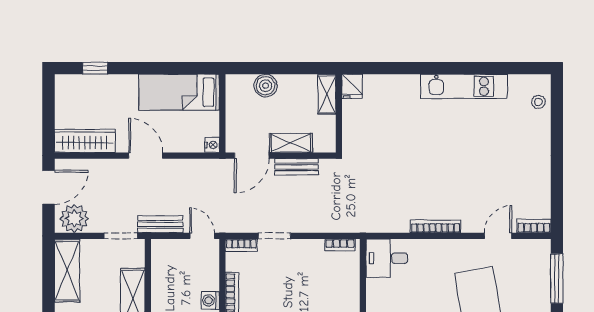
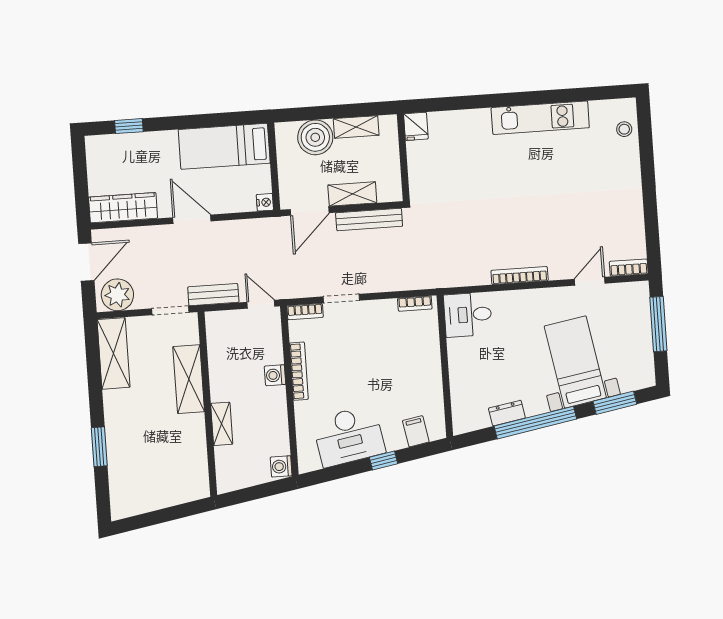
boiler: (266, 86) -> (315, 137), width x1.37, depth x1.37
shelving: (327, 94) -> (356, 127), moved, turned 90
bench: (296, 167) -> (369, 219), width x1.36

